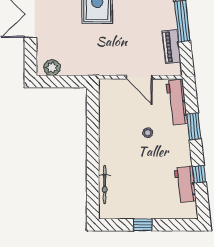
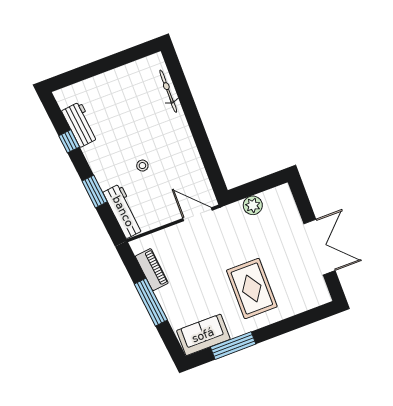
plant: (52, 68) -> (253, 205), moved
door: (139, 77) -> (198, 214), moved
window: (143, 225) -> (110, 63), removed

